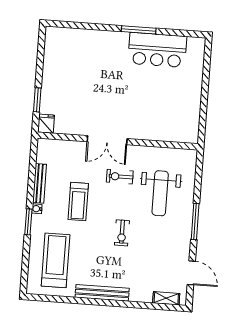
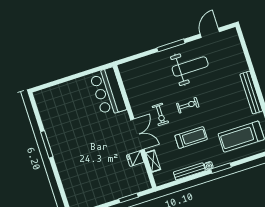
bar counter: (157, 50) -> (108, 92), moved, turned 180
fridge: (46, 124) -> (135, 159), moved
weight bench: (160, 193) -> (190, 66), moved
exercise bike: (122, 233) -> (188, 105), moved
shelving: (166, 298) -> (153, 161), moved

